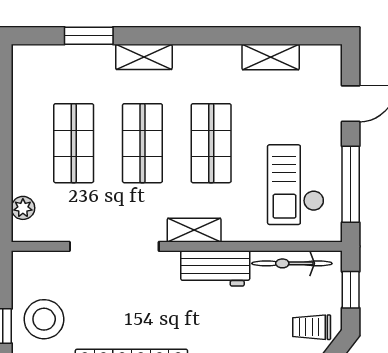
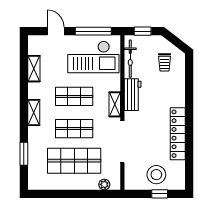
shelving: (144, 57) -> (34, 112), moved
shop shelf: (74, 143) -> (74, 161), width x1.43, depth x1.36
checkout: (296, 185) -> (93, 57), width x1.36, depth x1.21
trolley: (312, 327) -> (164, 62), moved

